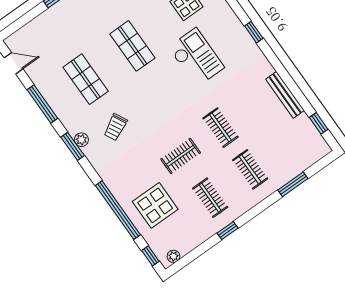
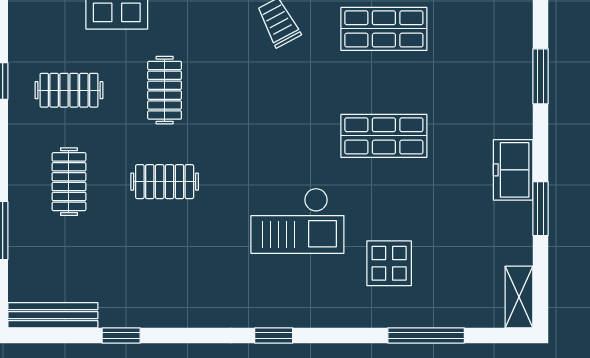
bench: (285, 95) -> (53, 315), moved
window: (319, 123) -> (121, 335), moved
clothes rail: (250, 169) -> (69, 182), turned 90

